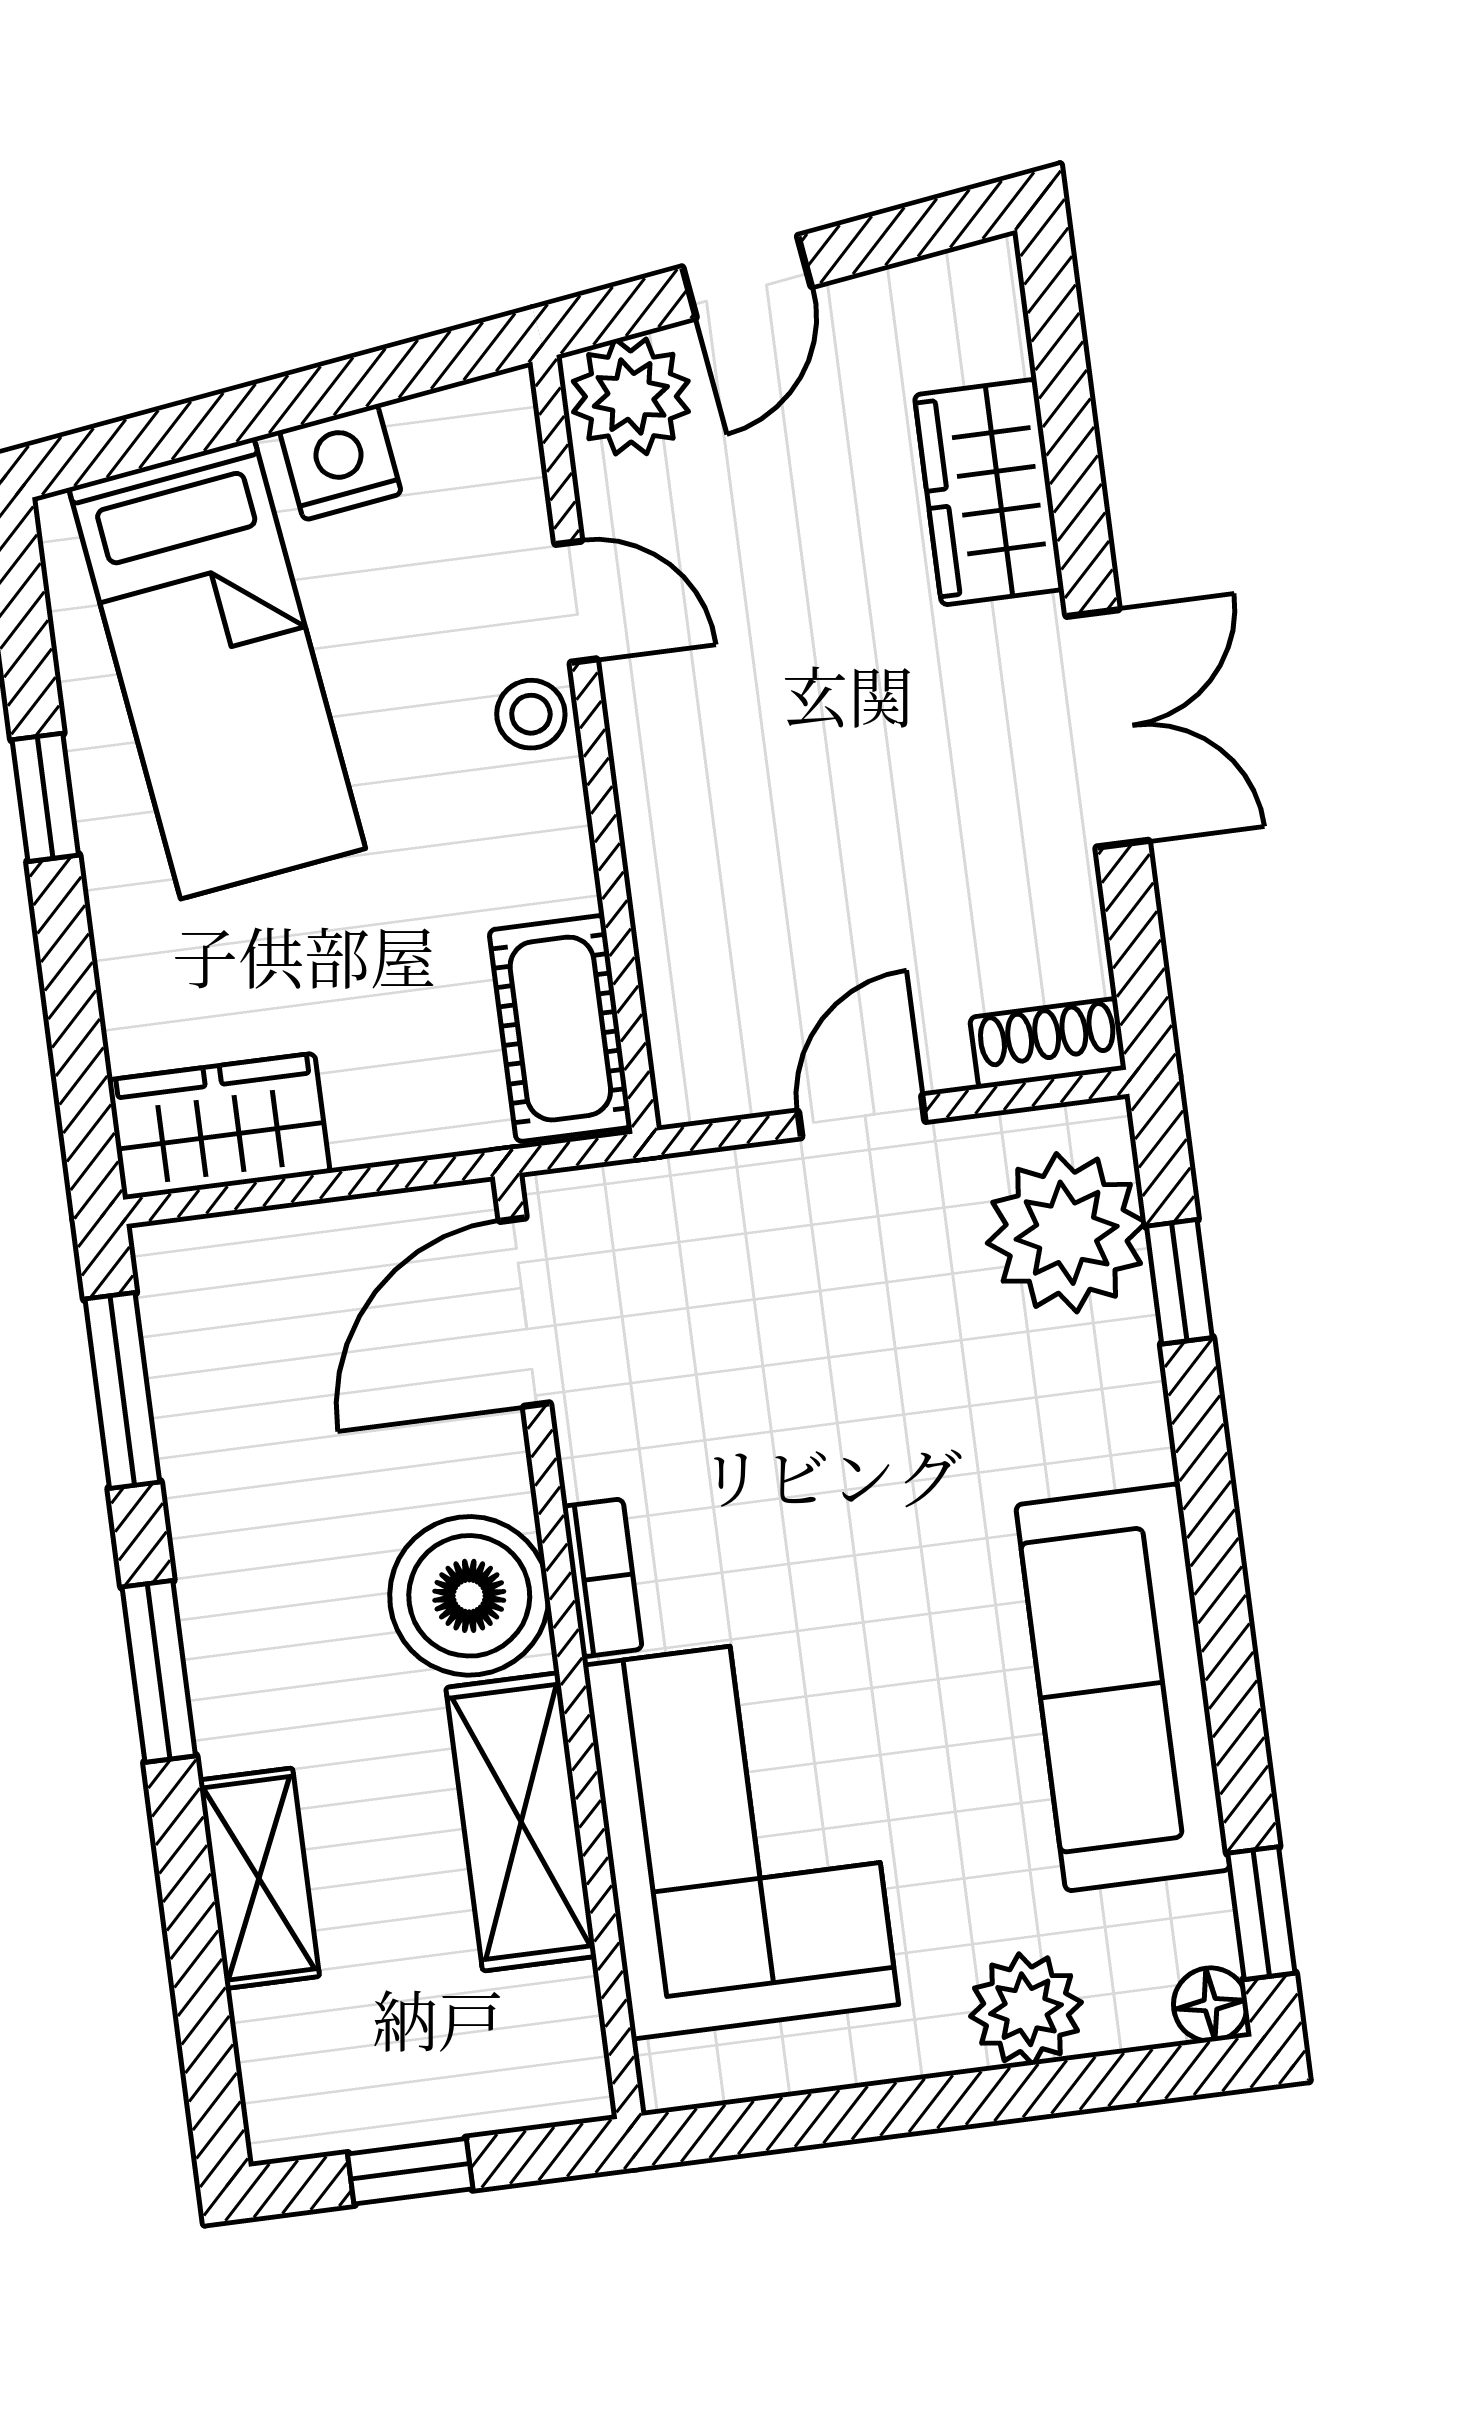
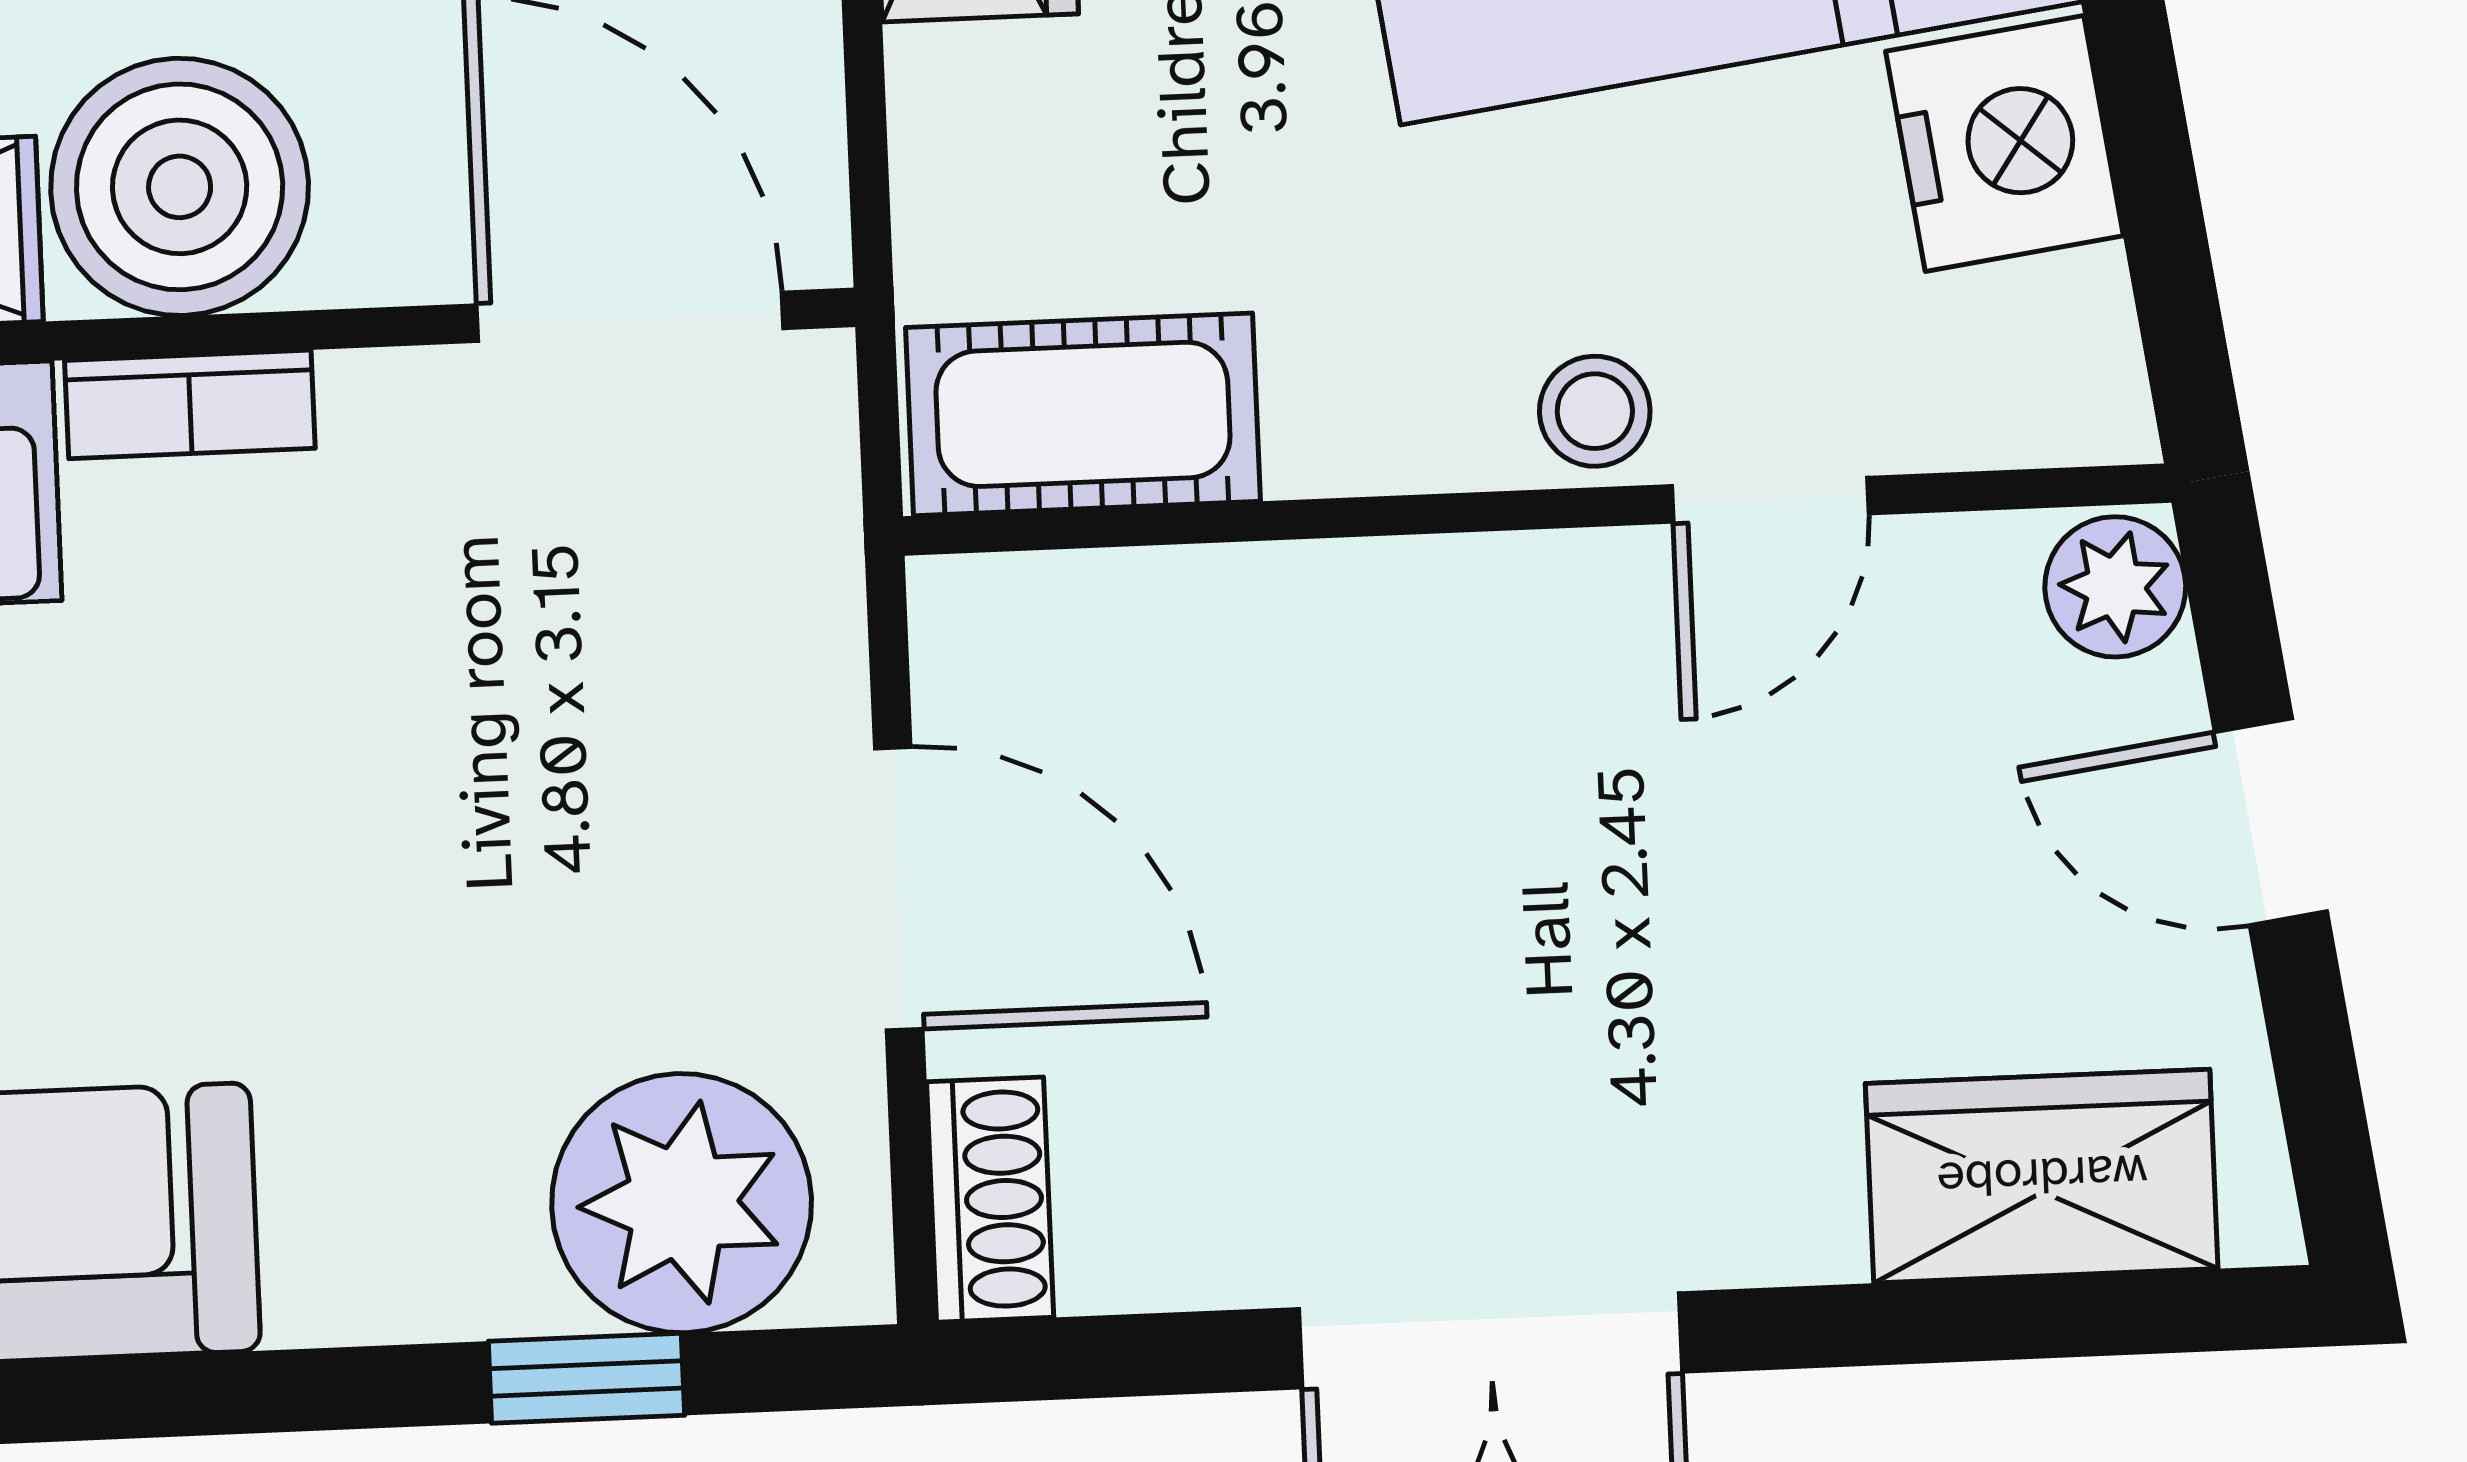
plant: (631, 396) -> (2115, 587), width x0.73, depth x0.73
nightstand: (340, 462) -> (2005, 144), width x1.36, depth x1.33
wardrobe: (989, 492) -> (2042, 1176), moved
door: (862, 1116) -> (899, 889), width x1.37

